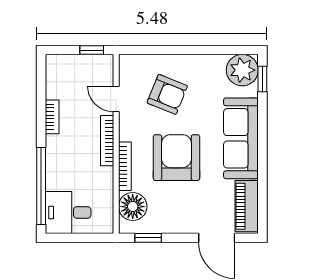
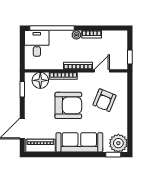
plant: (53, 143) -> (76, 35), added

